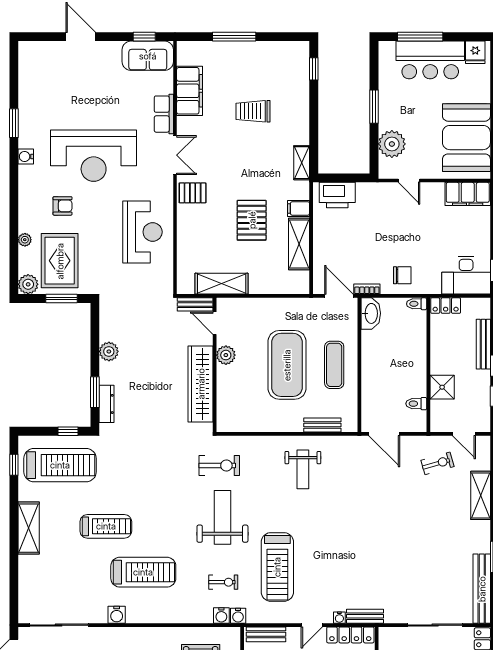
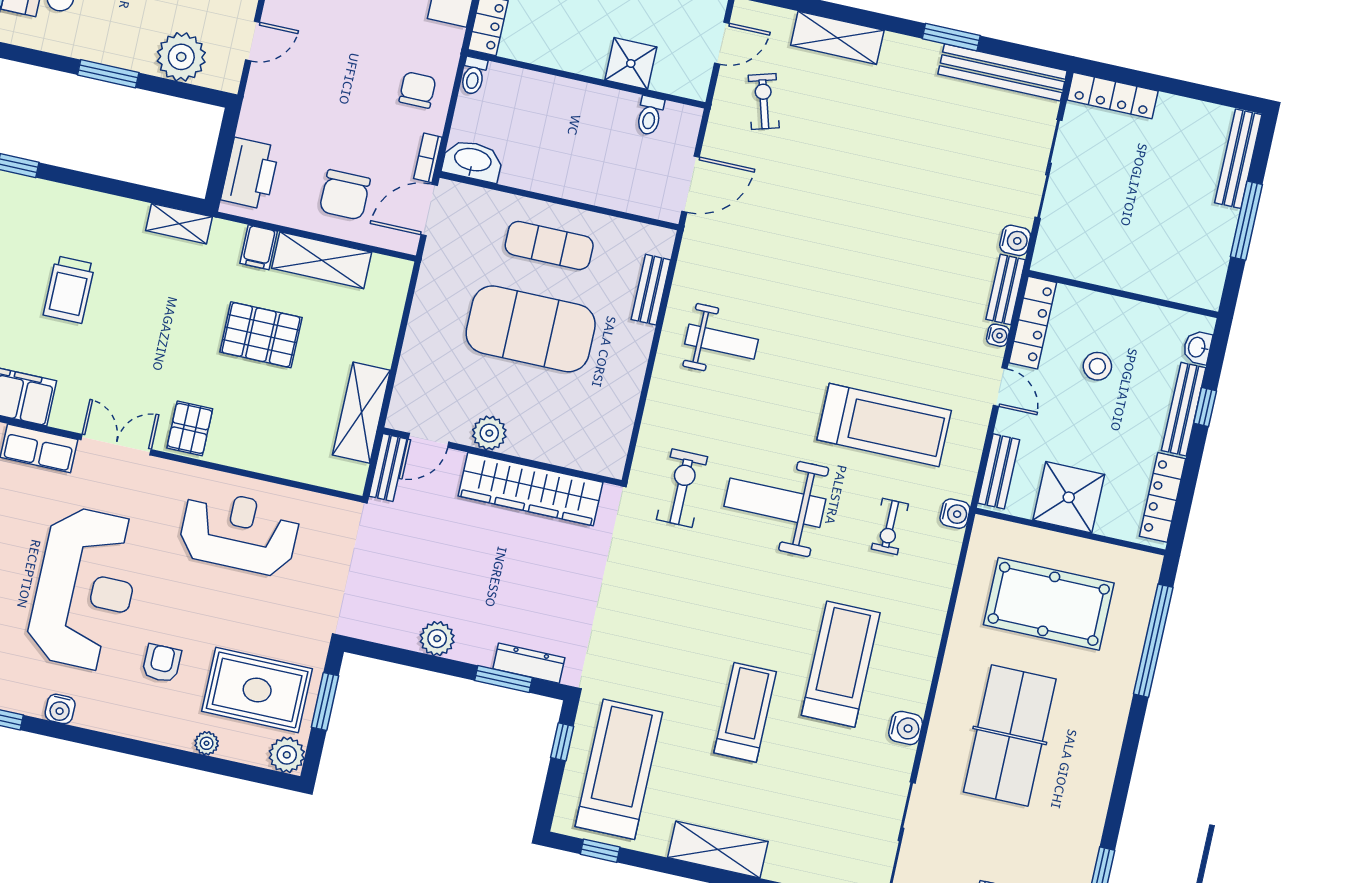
chair: (337, 249) -> (345, 195), added
exercise bike: (223, 582) -> (890, 527), turned 180
water cooler: (221, 616) -> (1015, 240), moved

